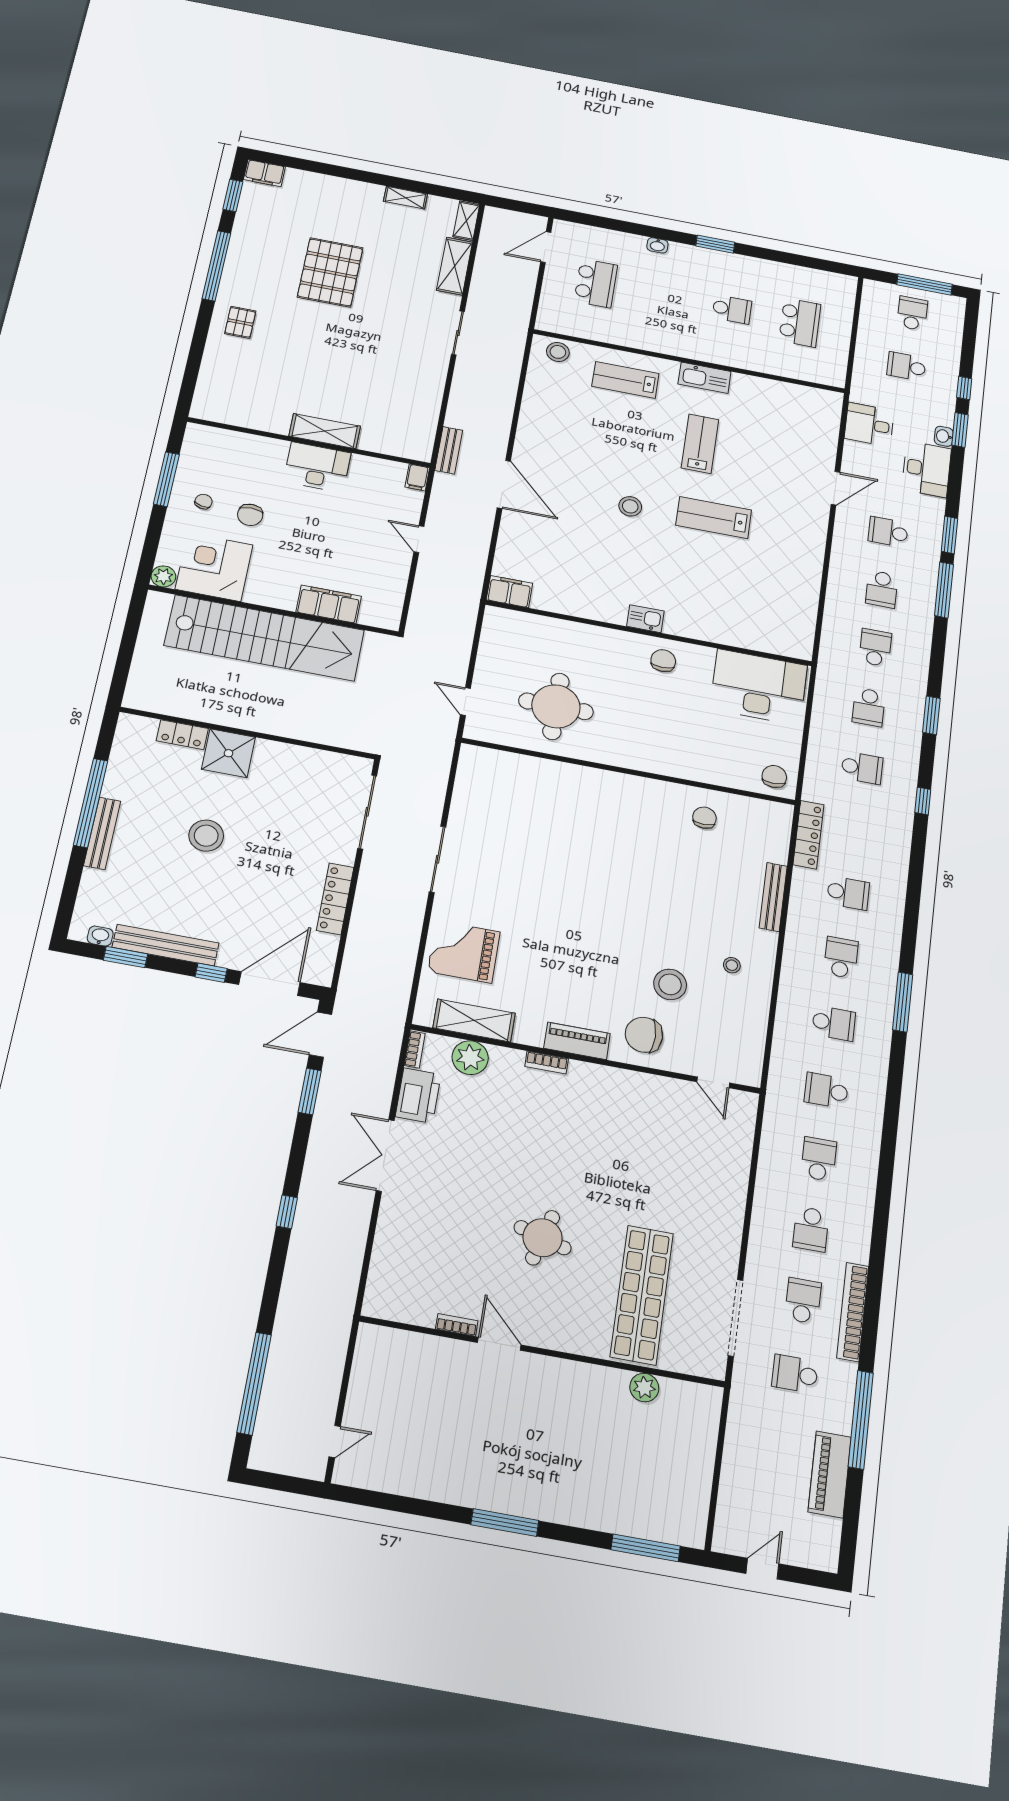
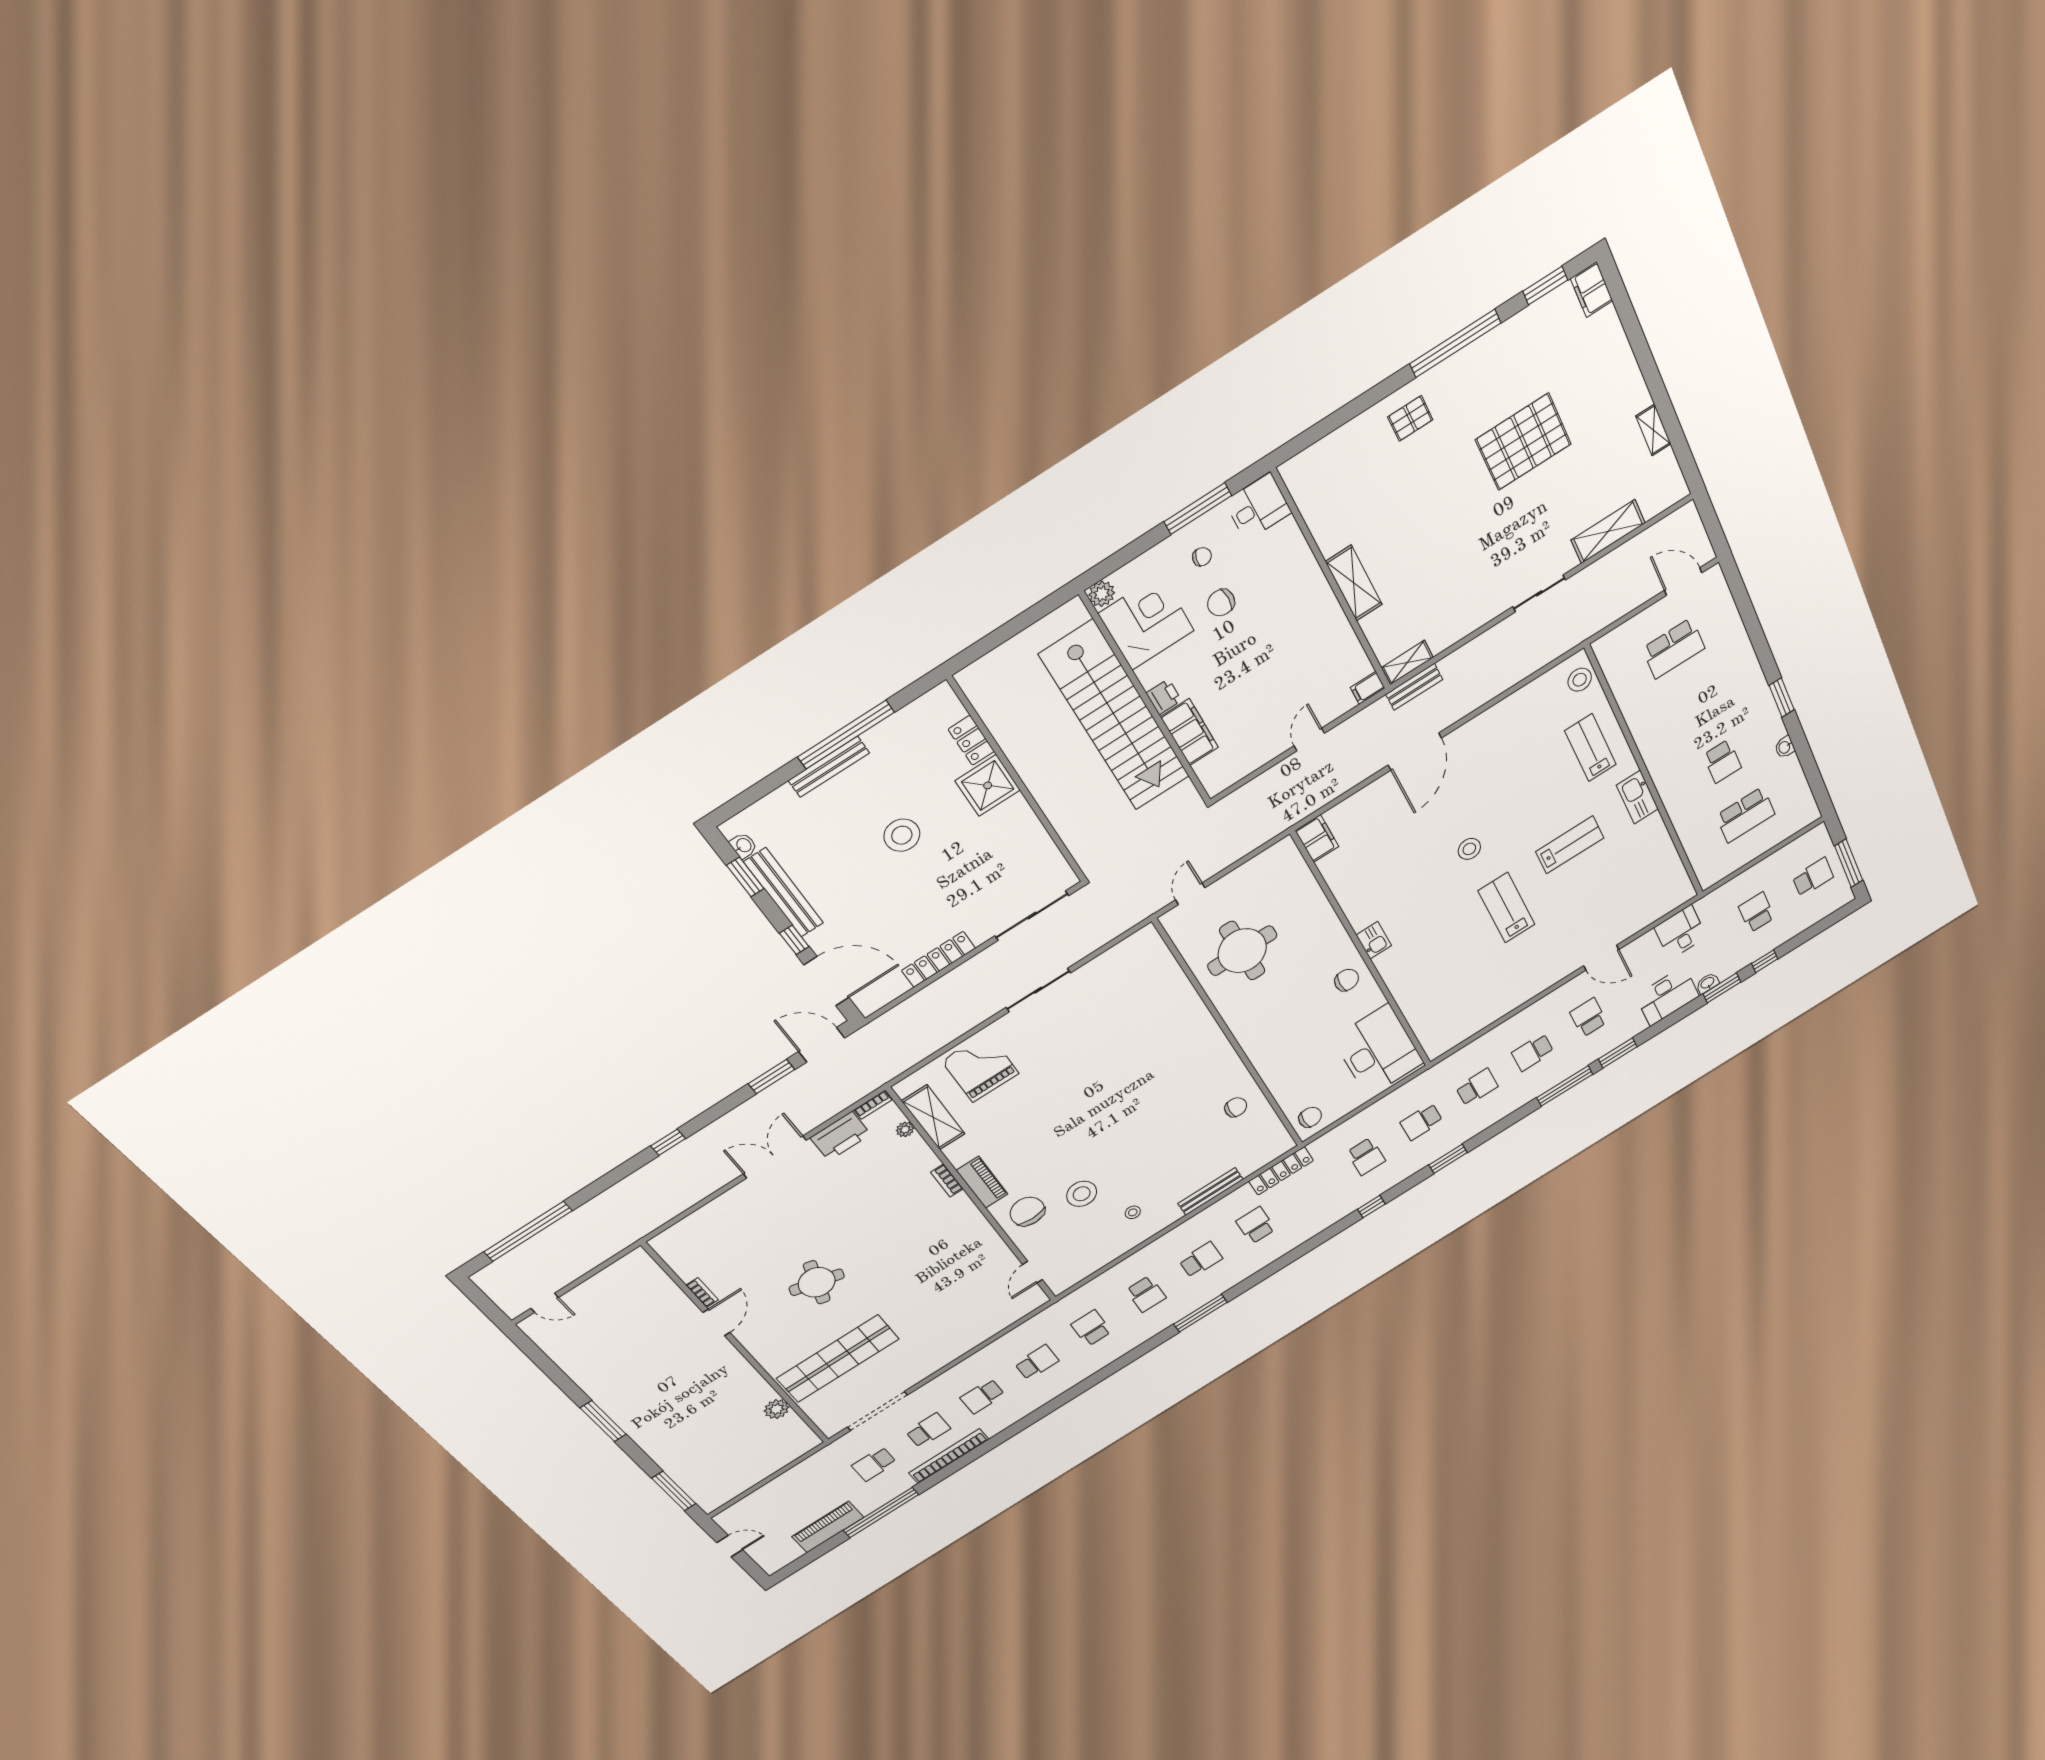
shelving: (466, 221) -> (1407, 663), moved
washbasin: (657, 245) -> (1785, 747), moved
desk: (317, 467) -> (1258, 507), moved, width x0.73
printer: (283, 599) -> (1164, 697), added
school desk: (848, 893) -> (1256, 1225), turned 180
plant: (470, 1058) -> (905, 1129), width x0.53, depth x0.53
school desk: (795, 1374) -> (874, 1464), turned -90

